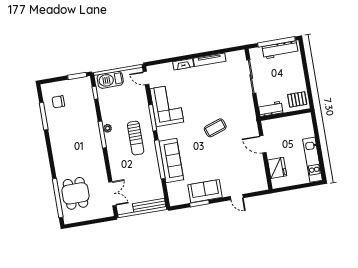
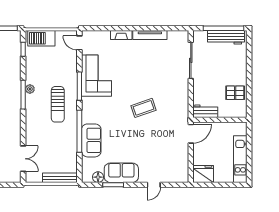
workbench: (271, 109) -> (205, 111), moved
wall: (285, 115) -> (220, 120), moved
door: (263, 144) -> (191, 134), swing flipped
sofa: (171, 160) -> (91, 140), width x0.73
fridge: (277, 168) -> (203, 174), moved, turned -90
door: (237, 197) -> (154, 185), hinge flipped
floor lamp: (184, 199) -> (98, 177), added

